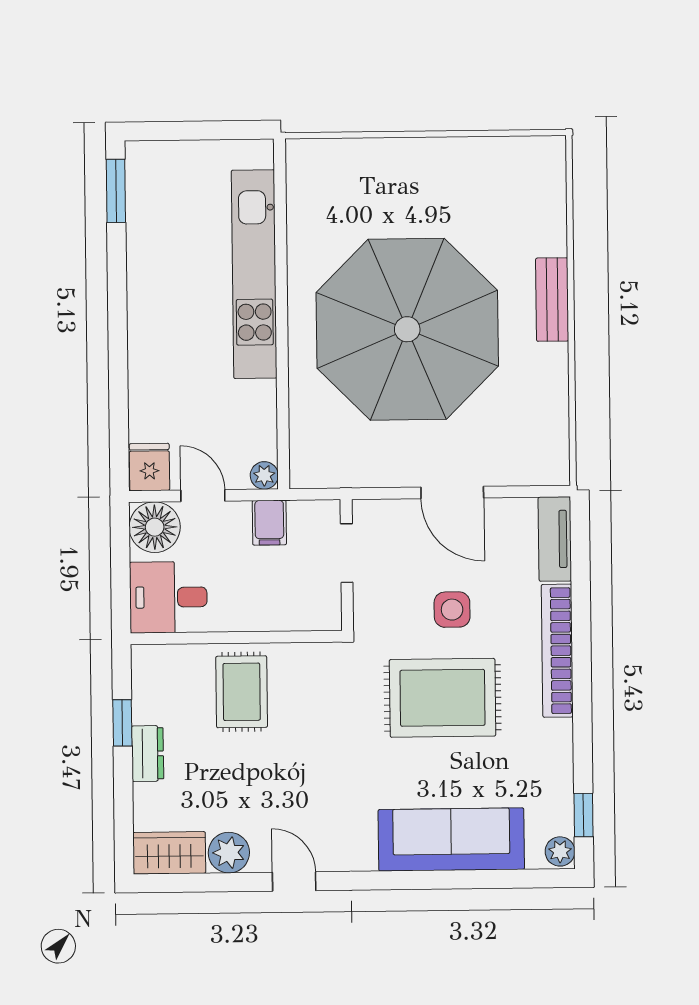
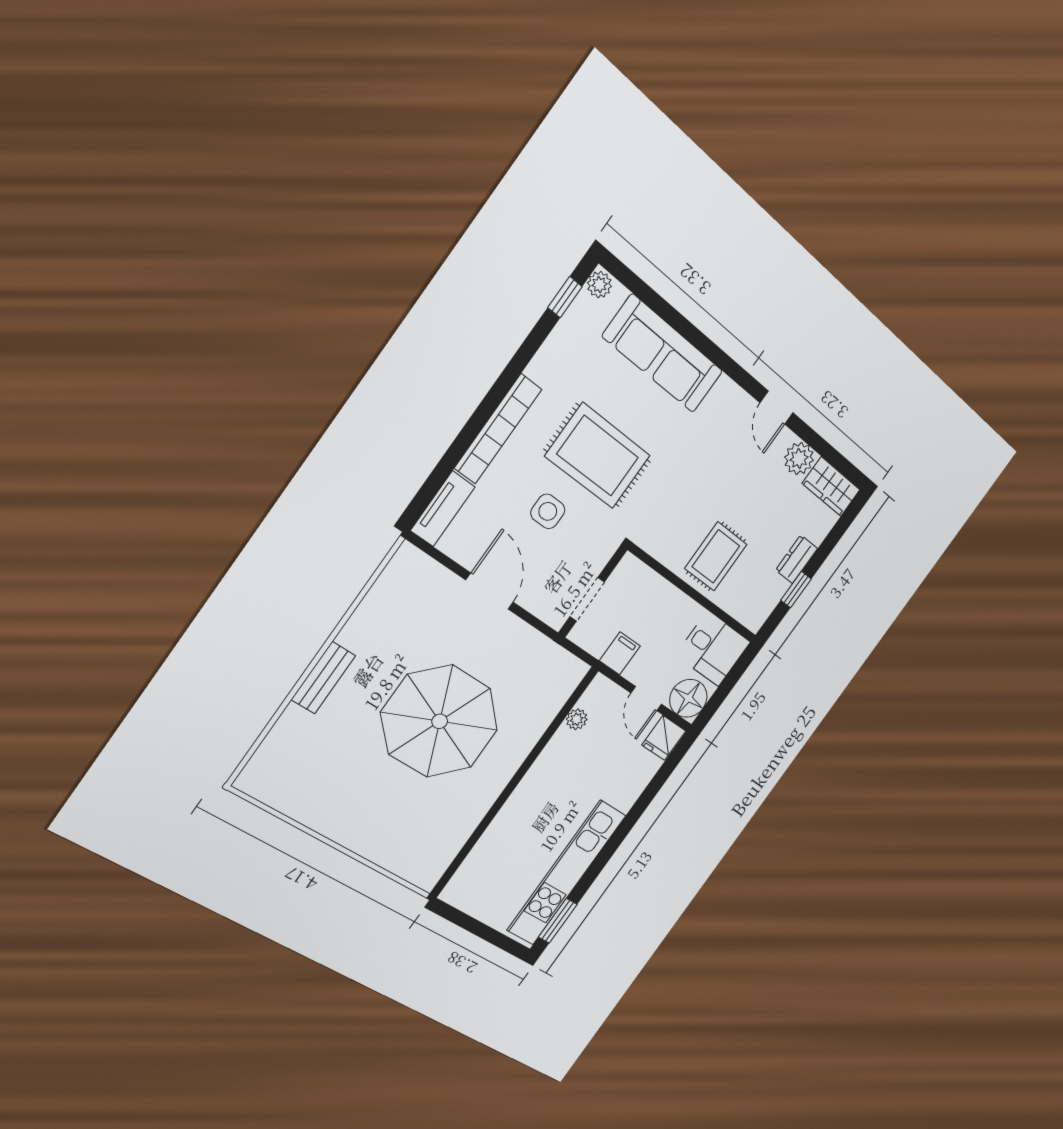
kitchen unit: (254, 274) -> (566, 873), moved, turned 180
parasol: (407, 329) -> (440, 721), width x0.73, depth x0.73
plant: (264, 475) -> (577, 719), moved

